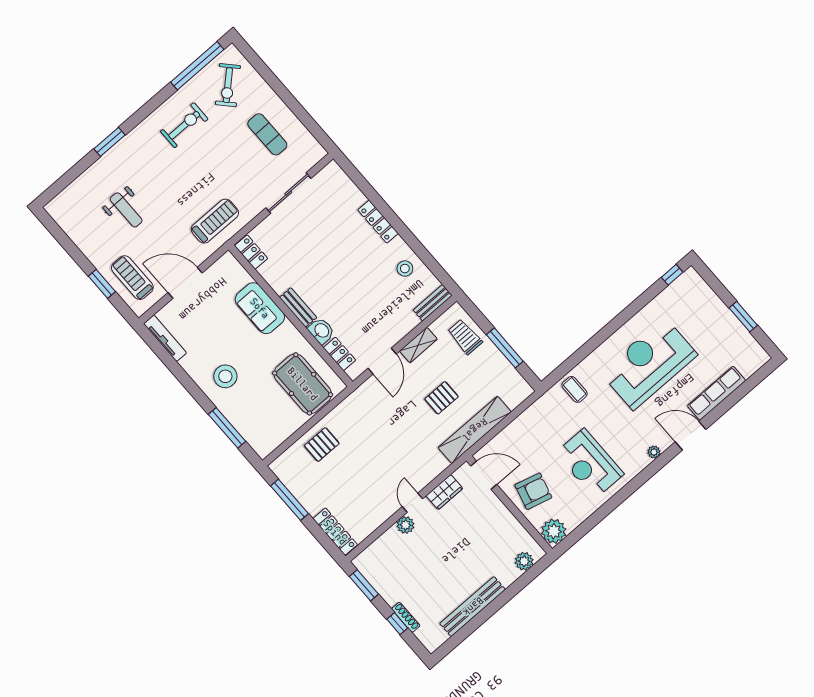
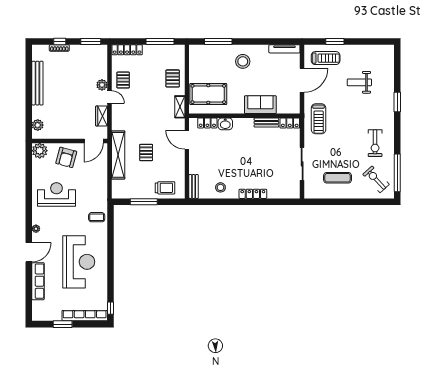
row of seats: (709, 299) -> (85, 316), added
bench: (298, 307) -> (266, 123), moved
shelving: (418, 345) -> (180, 107), moved
pallet: (377, 504) -> (123, 80), added

